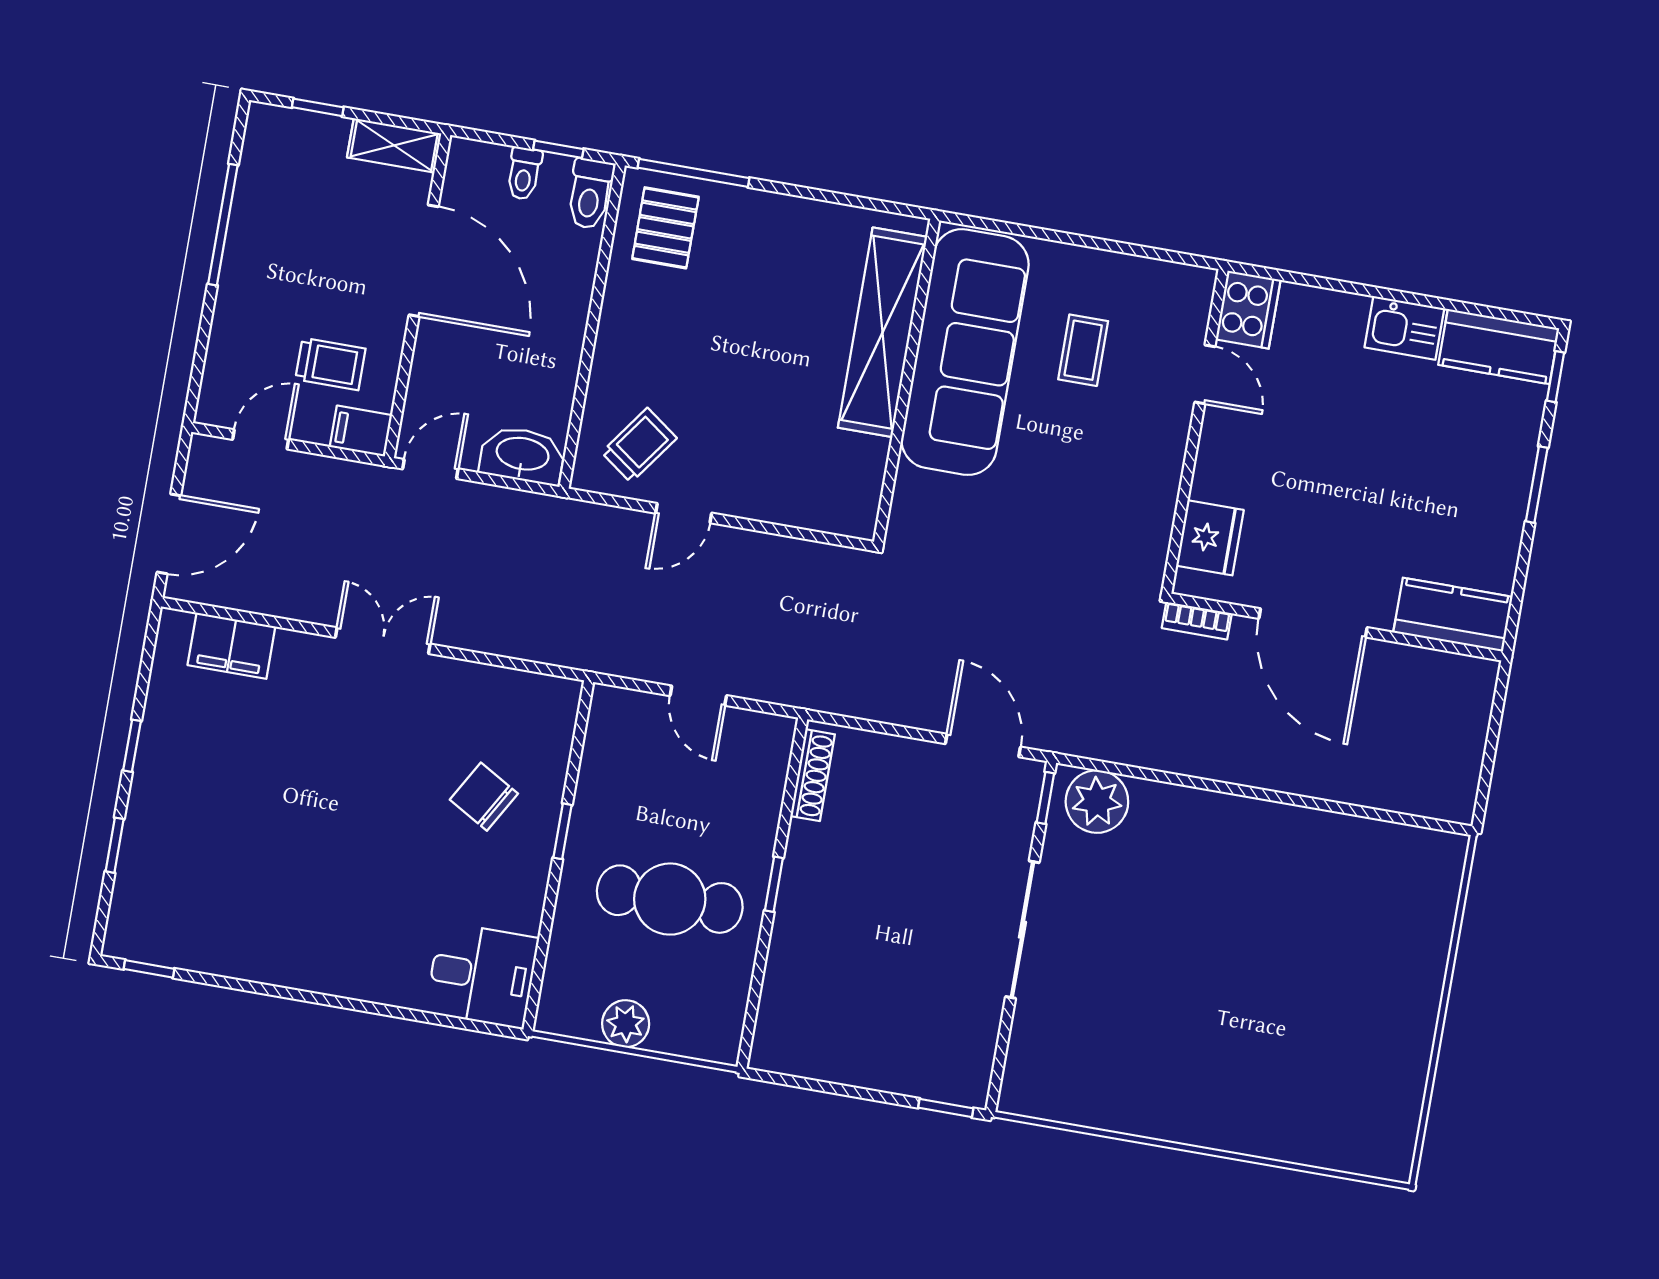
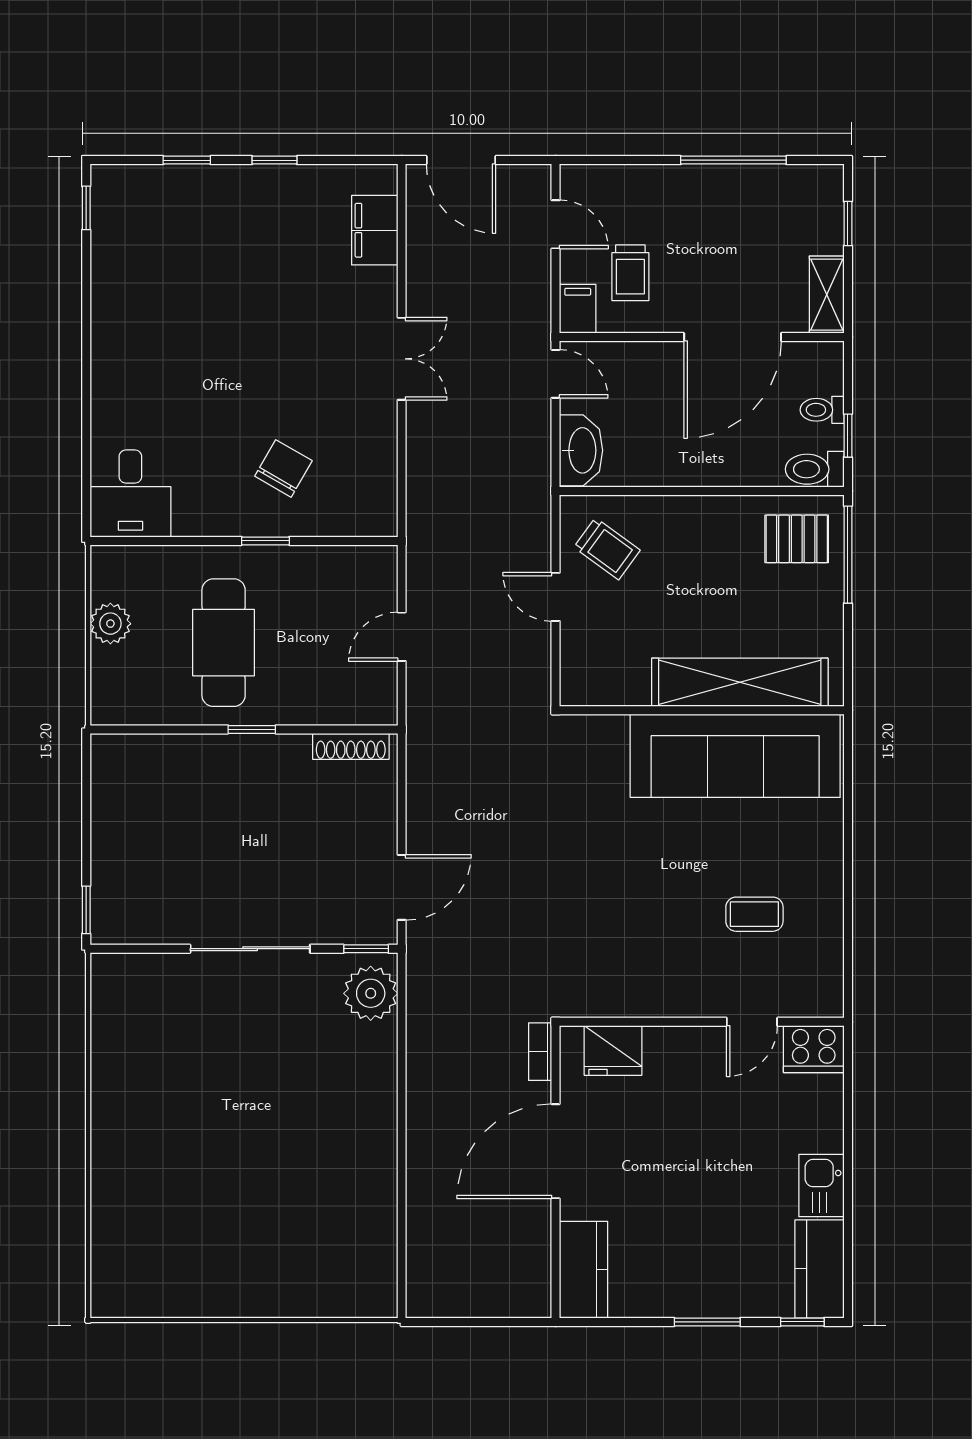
shelving: (883, 332) -> (740, 682), moved
sofa: (965, 352) -> (735, 756), moved
wall: (907, 381) -> (702, 710), moved

